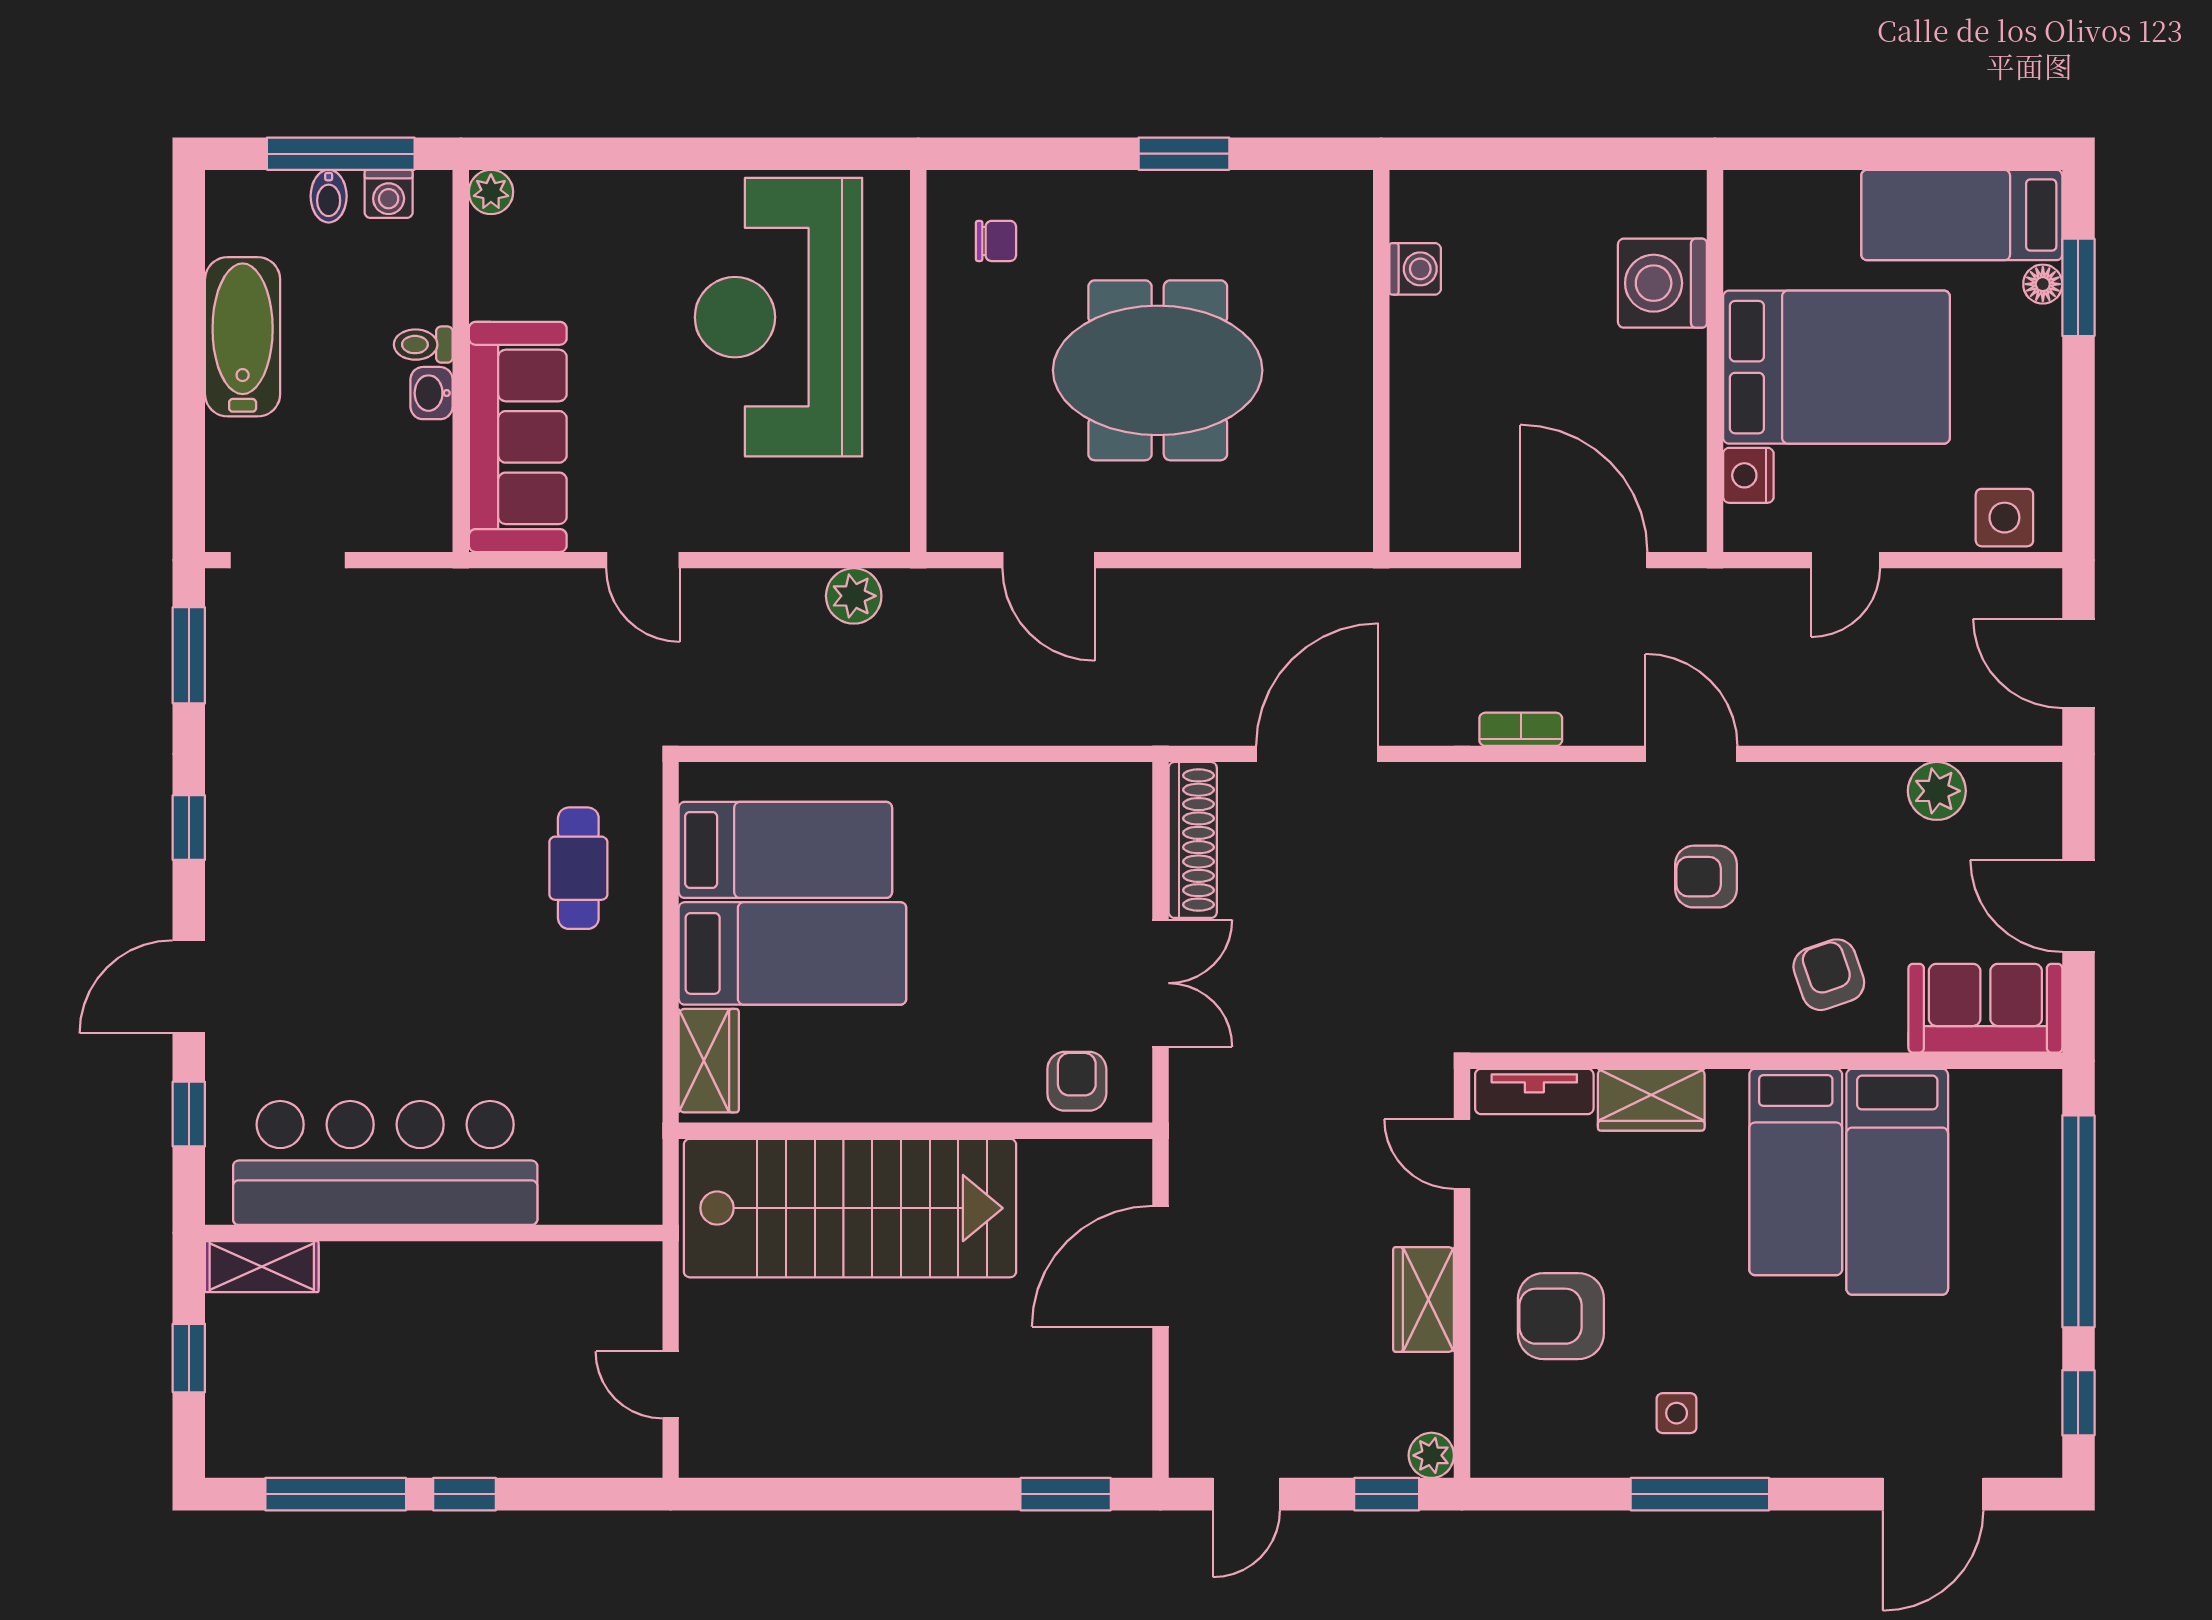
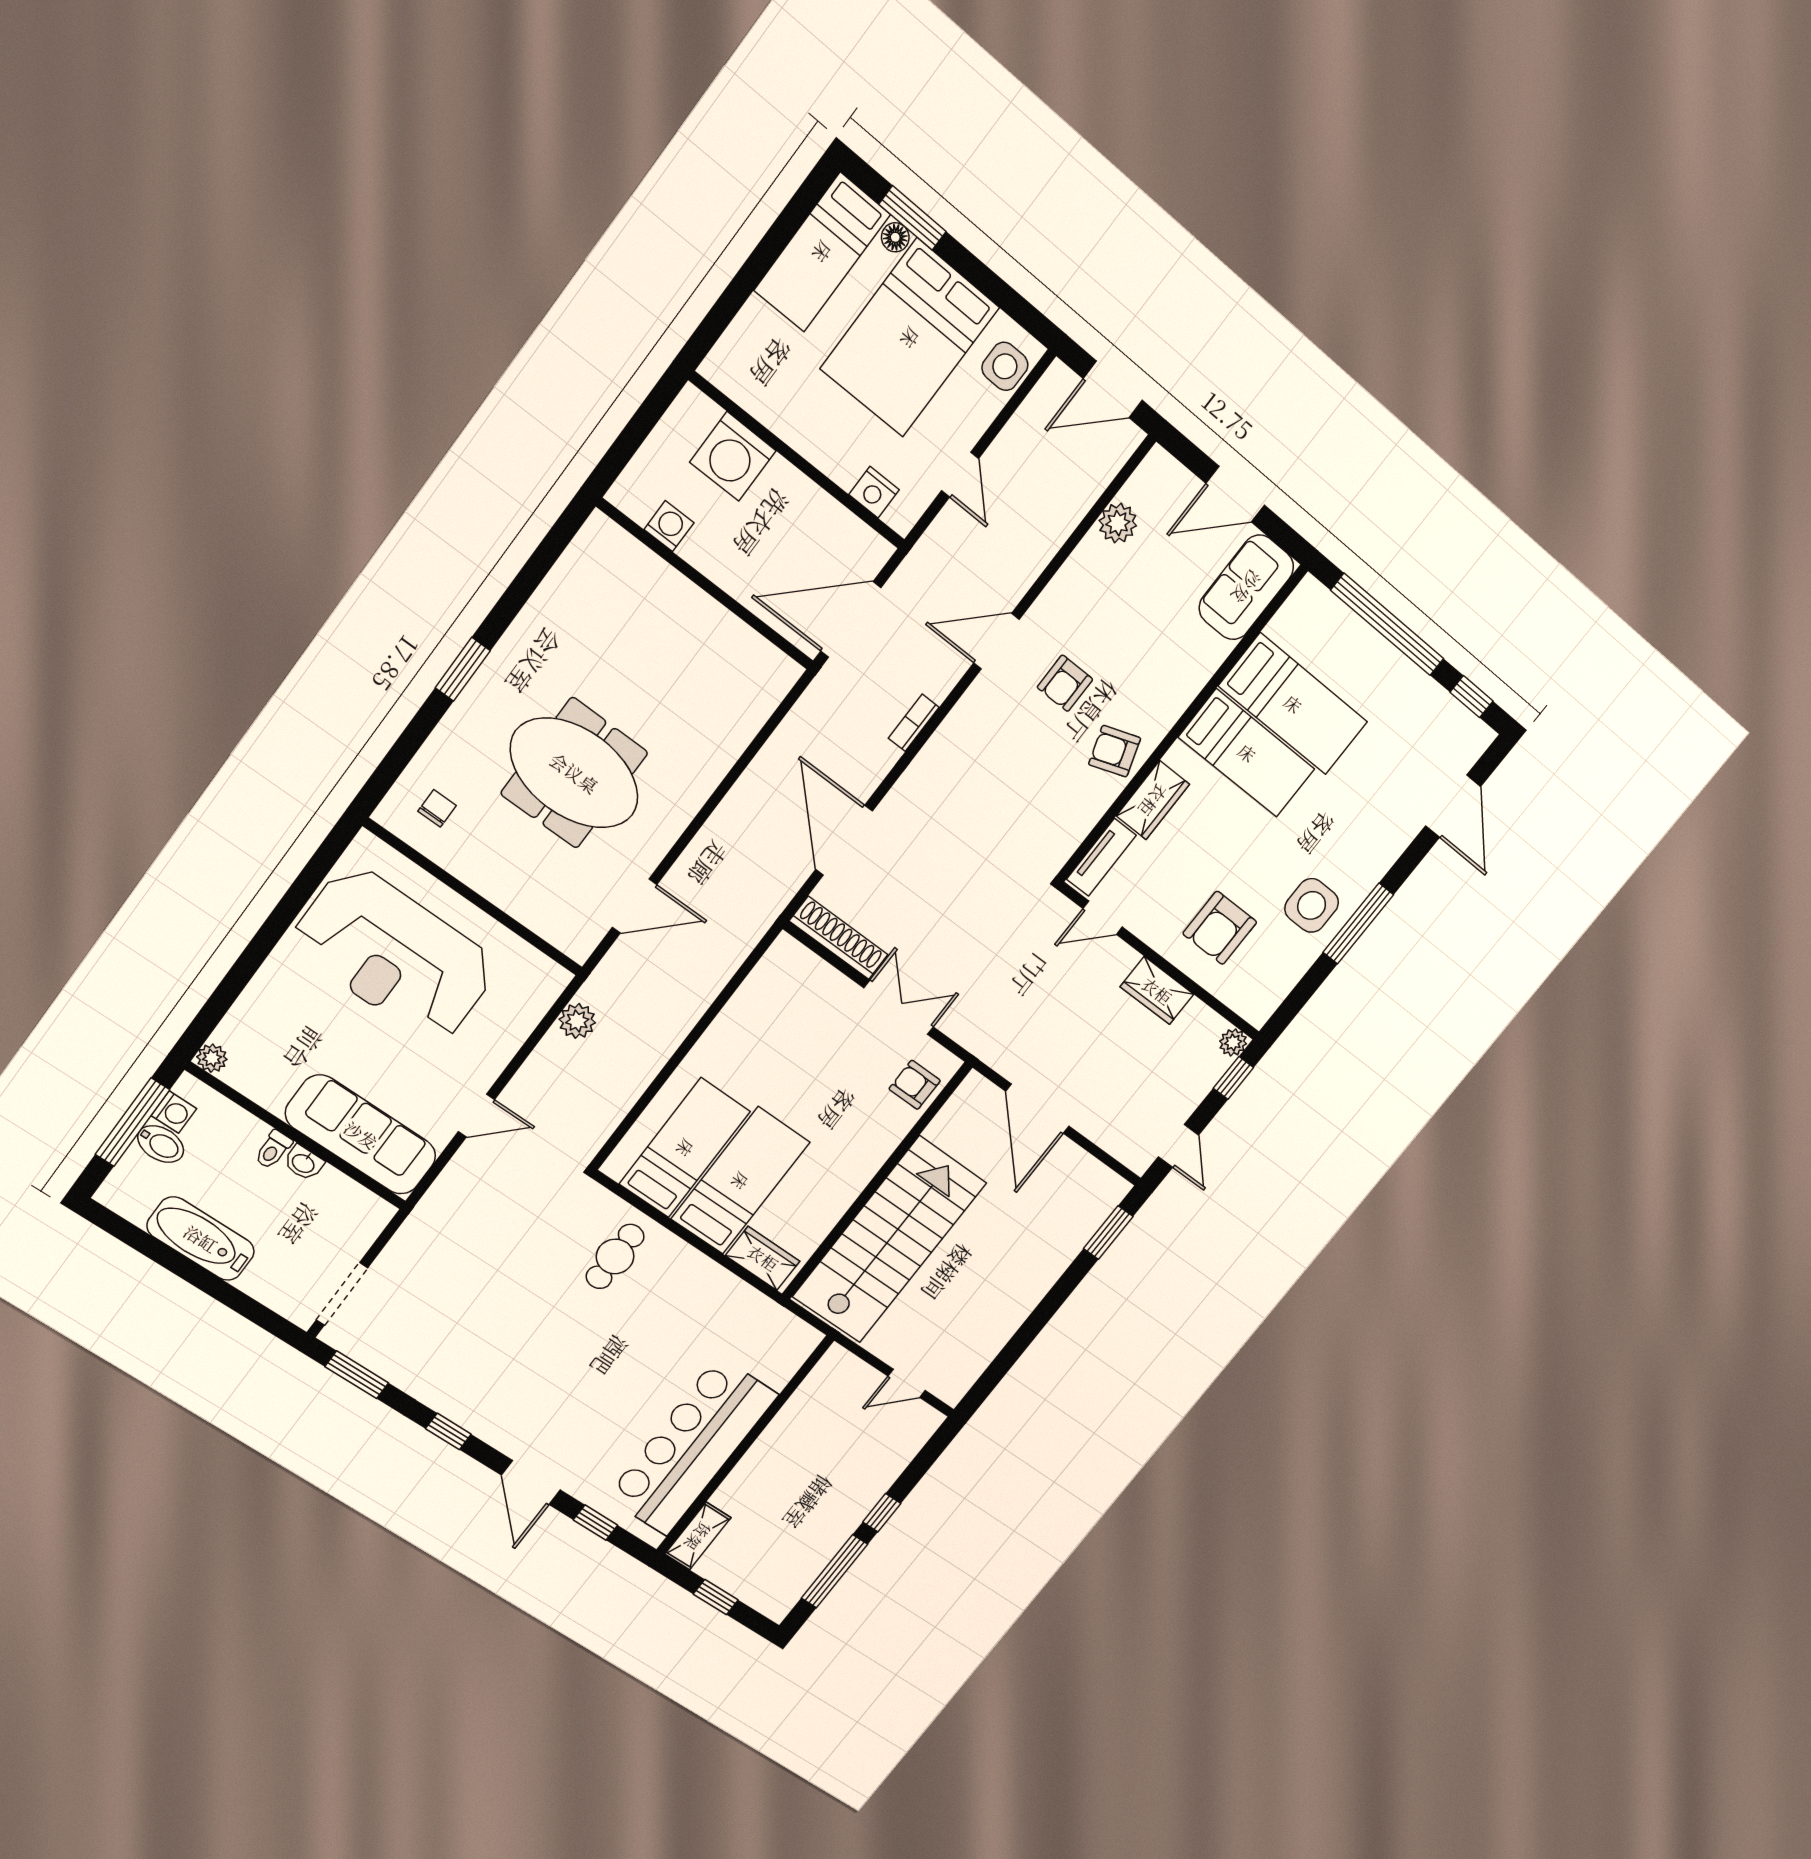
bidet: (329, 196) -> (161, 1144), width x1.38, depth x1.36
washing machine: (1415, 269) -> (669, 526), moved
wall: (1381, 361) -> (706, 585), moved
bed: (1836, 367) -> (910, 338), moved, turned 180
meeting table: (1158, 370) -> (574, 773), turned 90
cafe table: (578, 868) -> (615, 1256), turned 90
armchair: (1829, 975) -> (1115, 751), moved
side table: (1677, 1413) -> (1312, 905), width x1.87, depth x1.87

